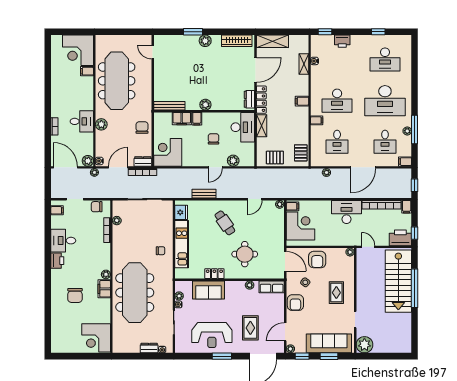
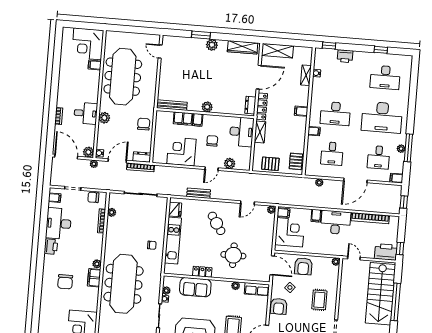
corner desk: (168, 152) -> (181, 152), moved
filing cabinet: (407, 207) -> (316, 216), moved
desk: (63, 241) -> (59, 223), width x1.37

